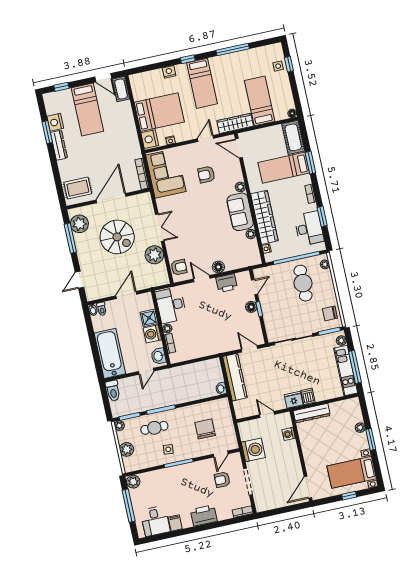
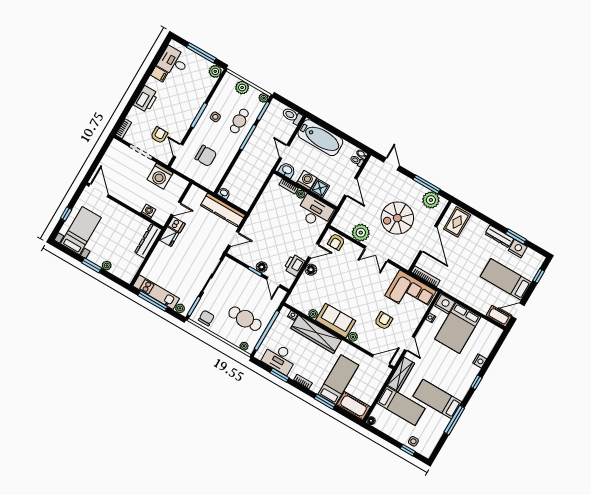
bed: (202, 83) -> (437, 399), moved
dishwasher: (308, 396) -> (177, 225), moved

